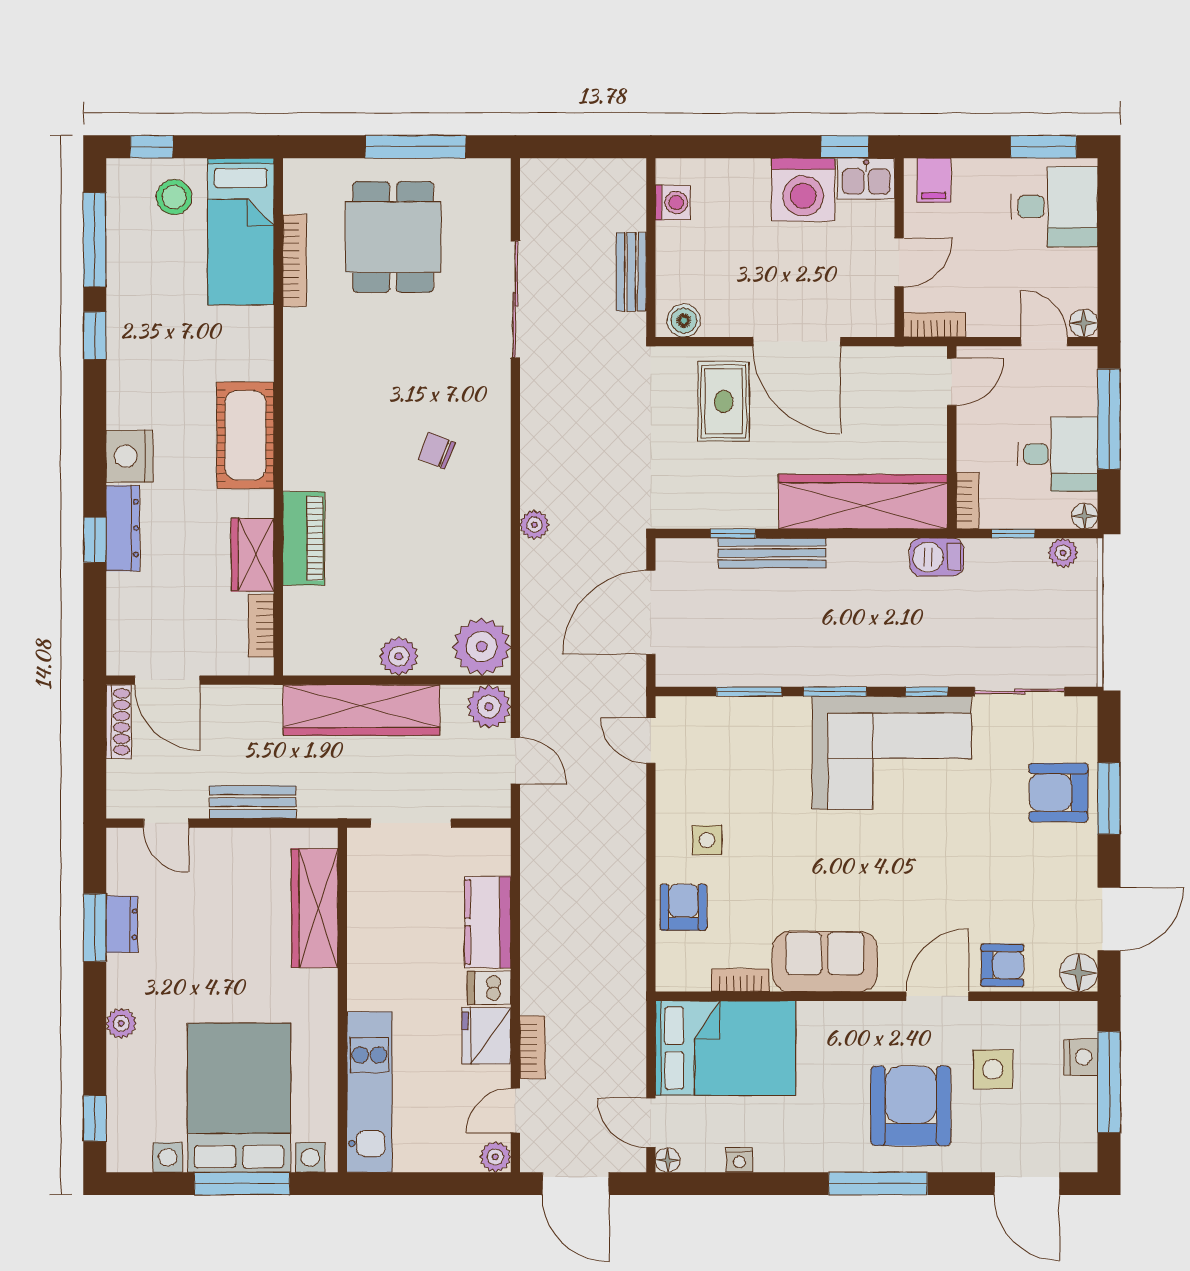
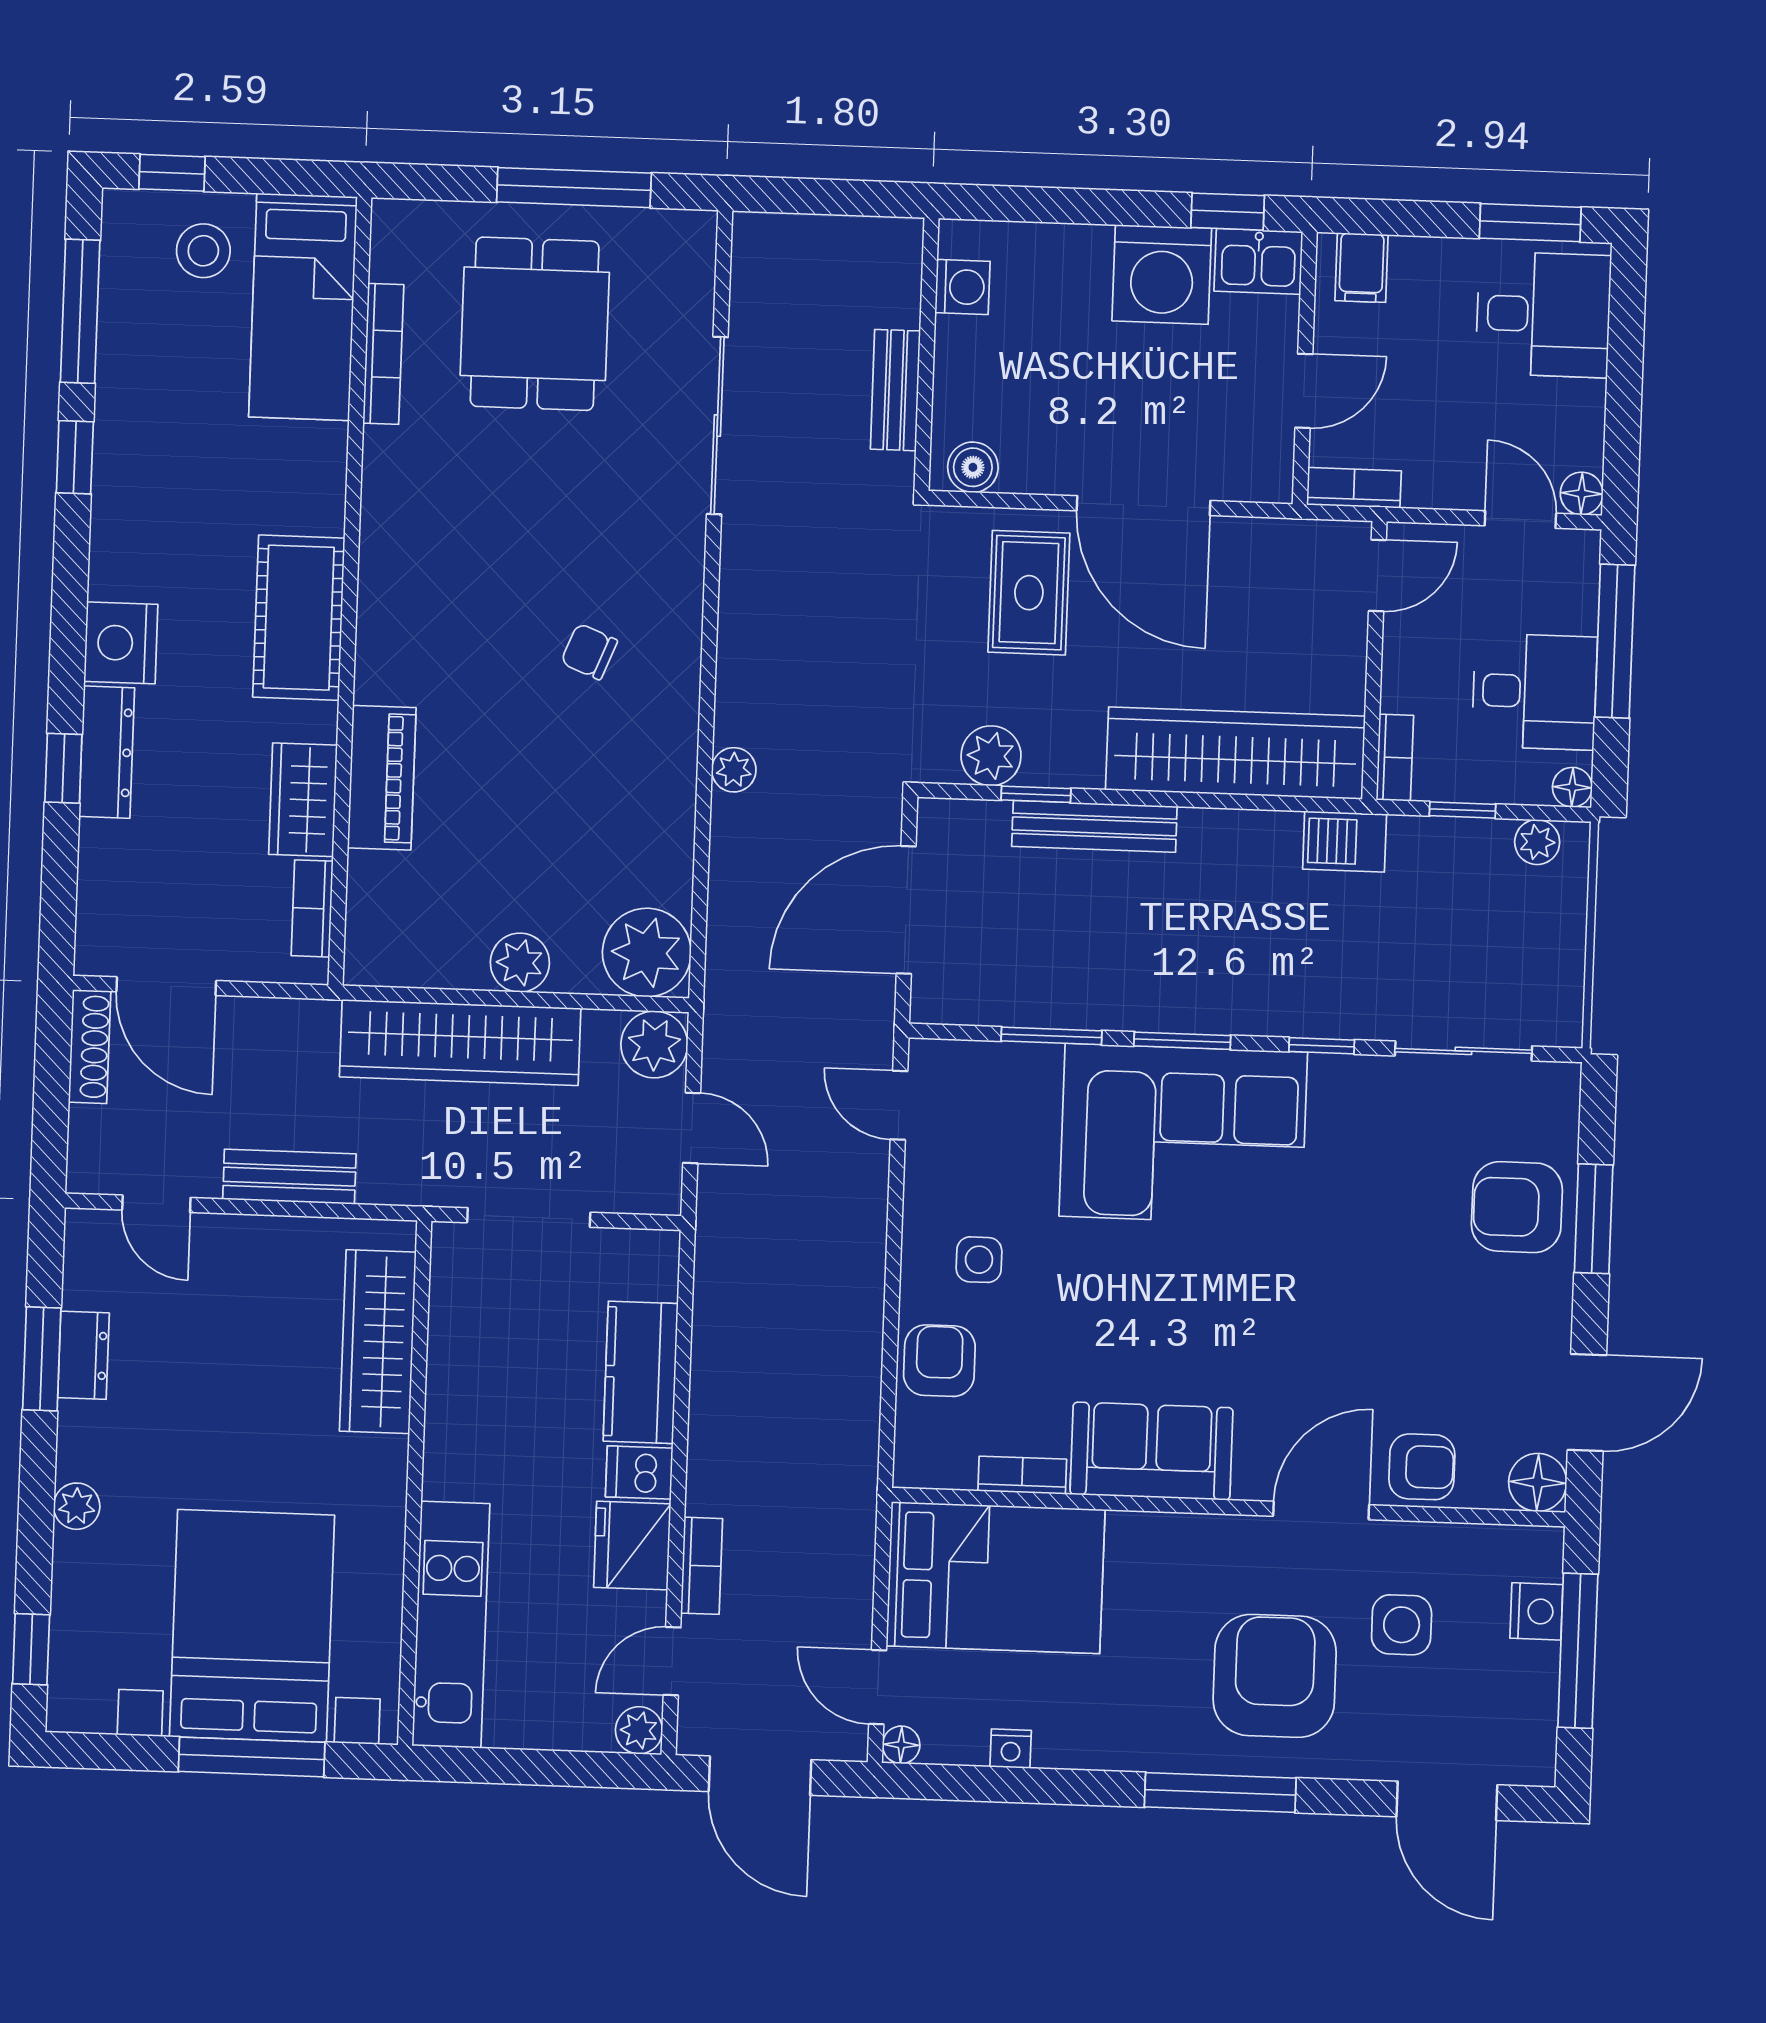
plant: (703, 509) -> (991, 756), added
corner sofa: (892, 753) -> (1183, 1134), moved

